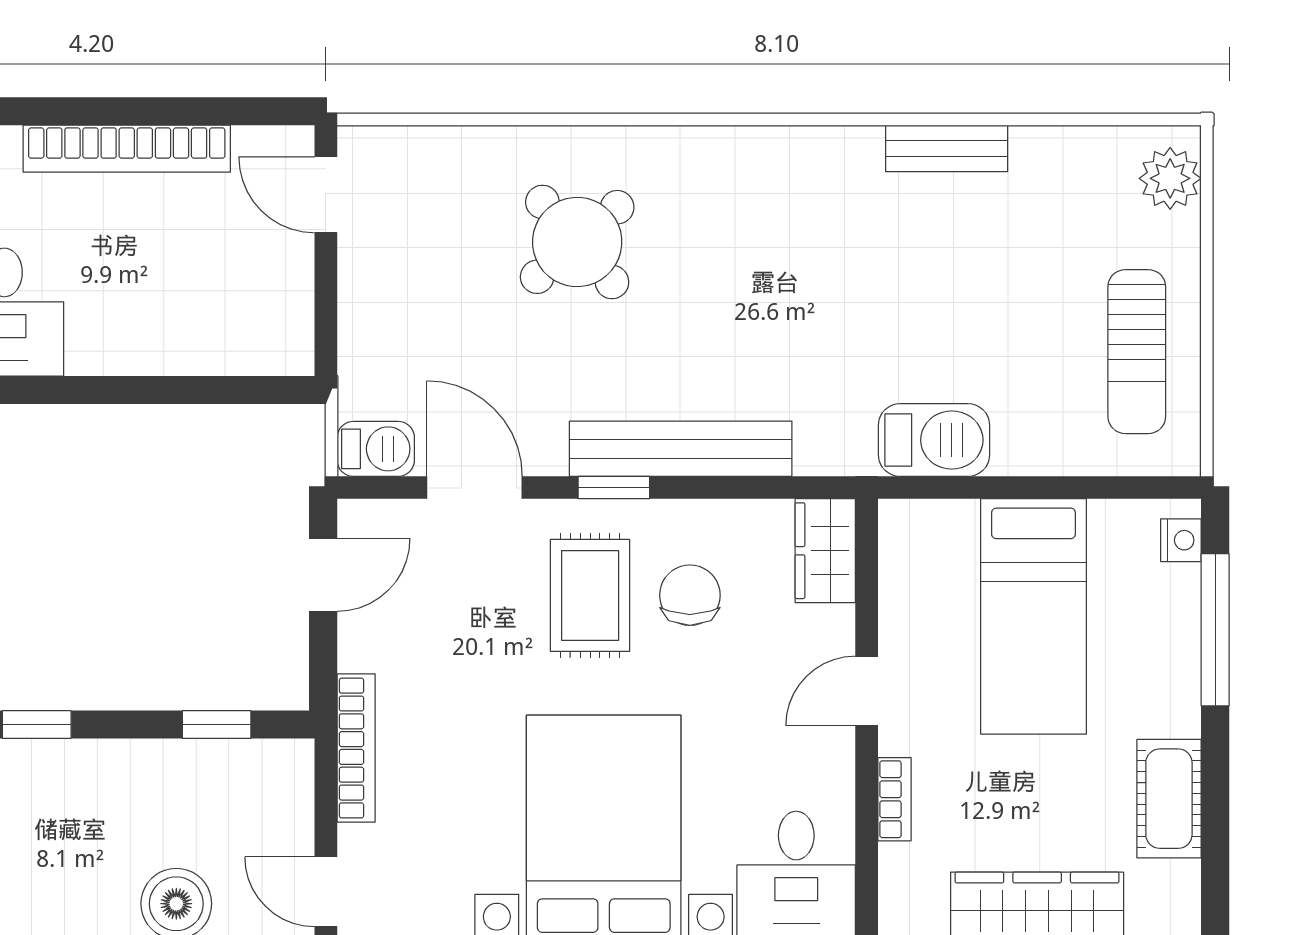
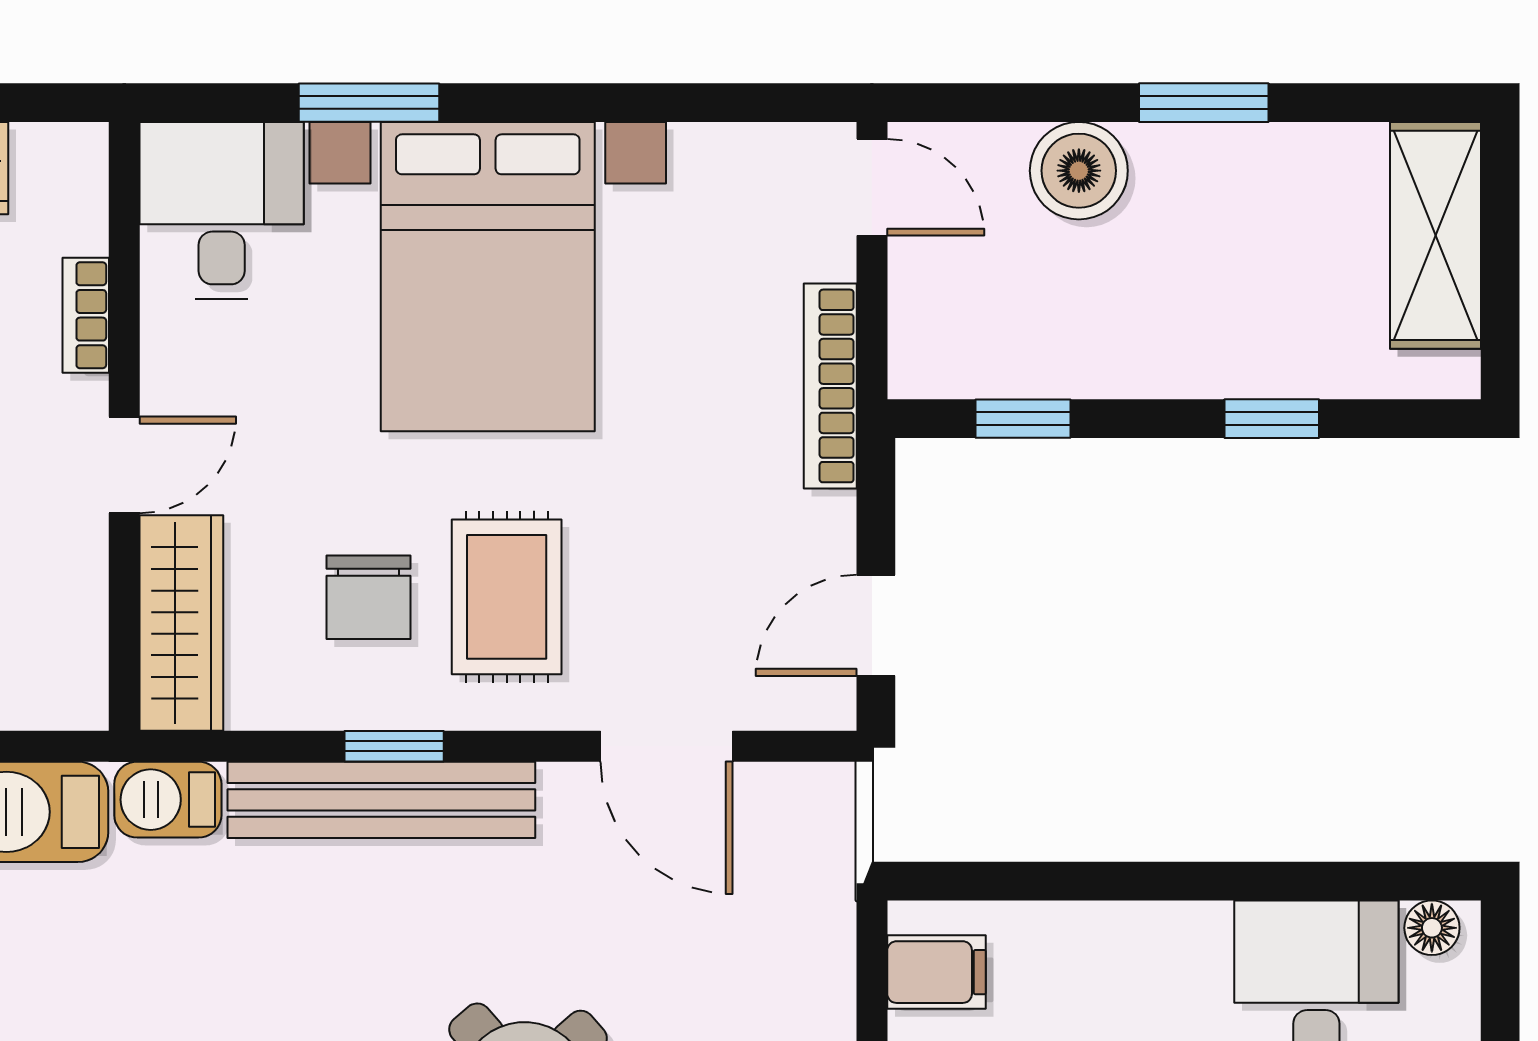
filing cabinet: (279, 324) -> (936, 972), added
barbecue: (376, 449) -> (168, 800), moved
window: (614, 488) -> (394, 746), moved
wardrobe: (825, 551) -> (181, 623), width x1.50

